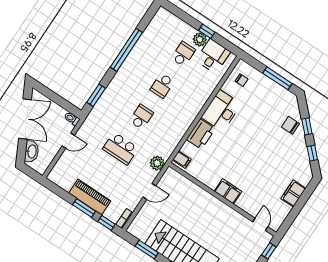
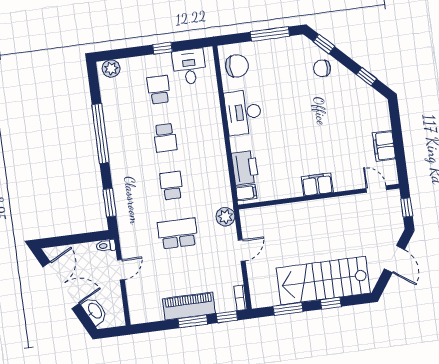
plant: (200, 39) -> (111, 69), moved
chair: (242, 80) -> (237, 66), width x1.87, depth x1.87
window: (307, 126) -> (324, 44), moved
printer: (201, 134) -> (245, 168), moved
school desk: (120, 148) -> (178, 233), turned 180
filing cabinet: (293, 193) -> (384, 146), moved

